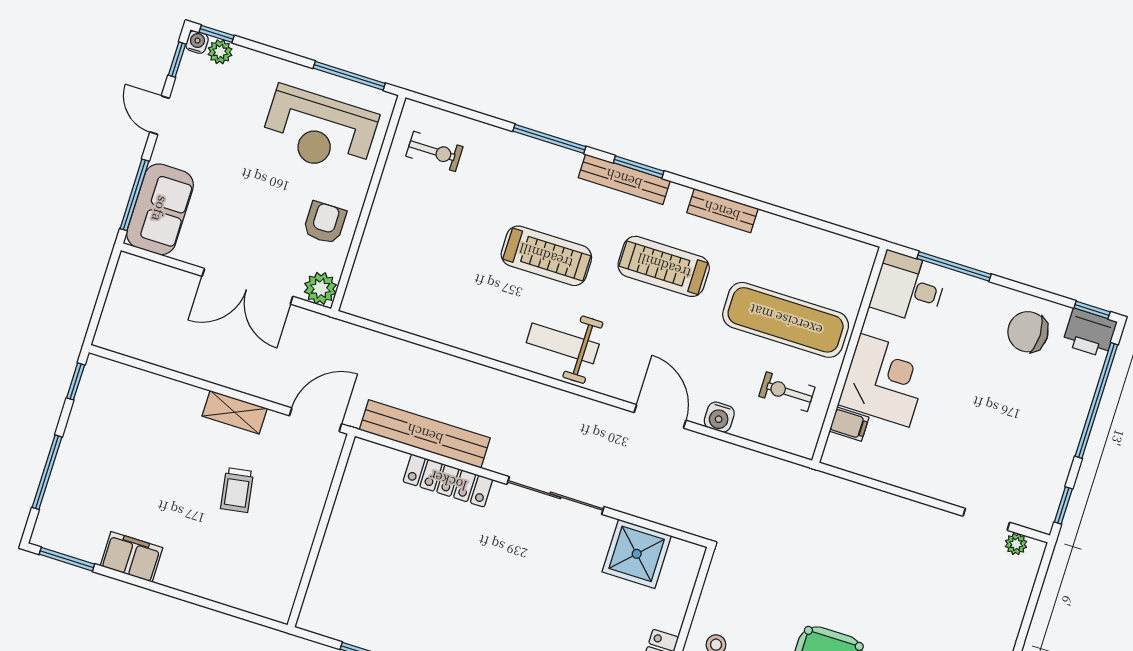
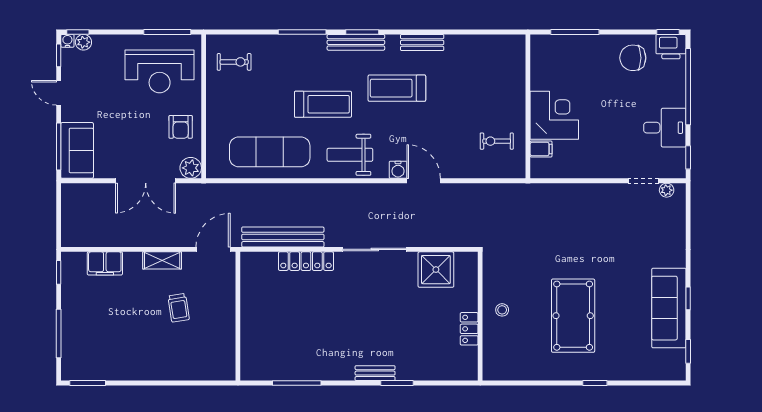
armchair: (325, 223) -> (181, 127), turned 180
desk: (909, 288) -> (665, 128), moved, turned 180
exercise mat: (786, 320) -> (270, 152), moved
water cooler: (719, 417) -> (398, 170), moved
filing cabinet: (131, 557) -> (105, 263), moved, turned 180

